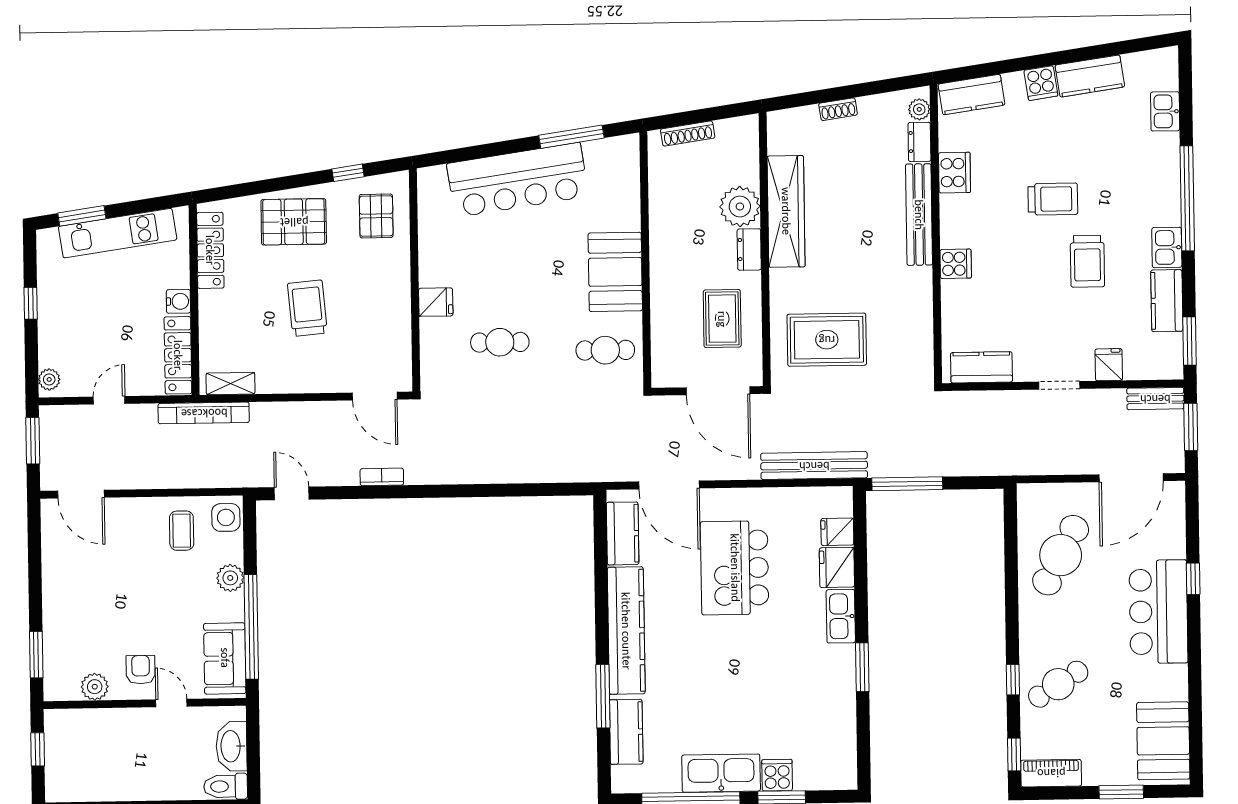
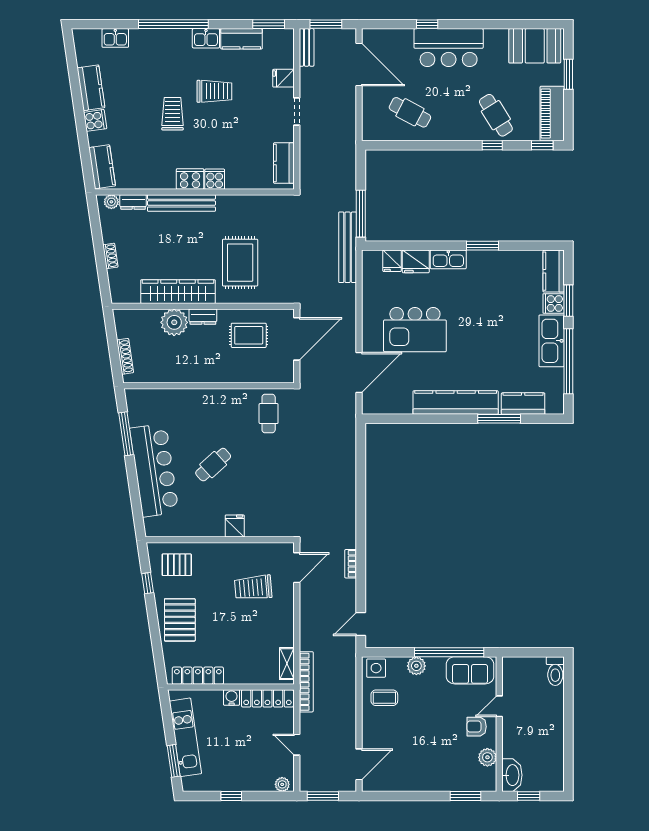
cooker: (954, 173) -> (190, 179), moved
booth: (615, 272) -> (217, 406), removed
trolley: (307, 308) -> (253, 588), moved
rug: (827, 340) -> (240, 263), moved
cafe table: (500, 342) -> (213, 465), moved, turned 48
bench: (814, 466) -> (348, 247), moved
kitchen counter: (623, 533) -> (554, 271), moved, turned -90
cafe table: (1061, 555) -> (410, 112), width x0.73, depth x0.74
washbasin: (231, 746) -> (512, 775), moved, turned -90
piano: (1051, 773) -> (552, 114), width x1.37, depth x1.33

